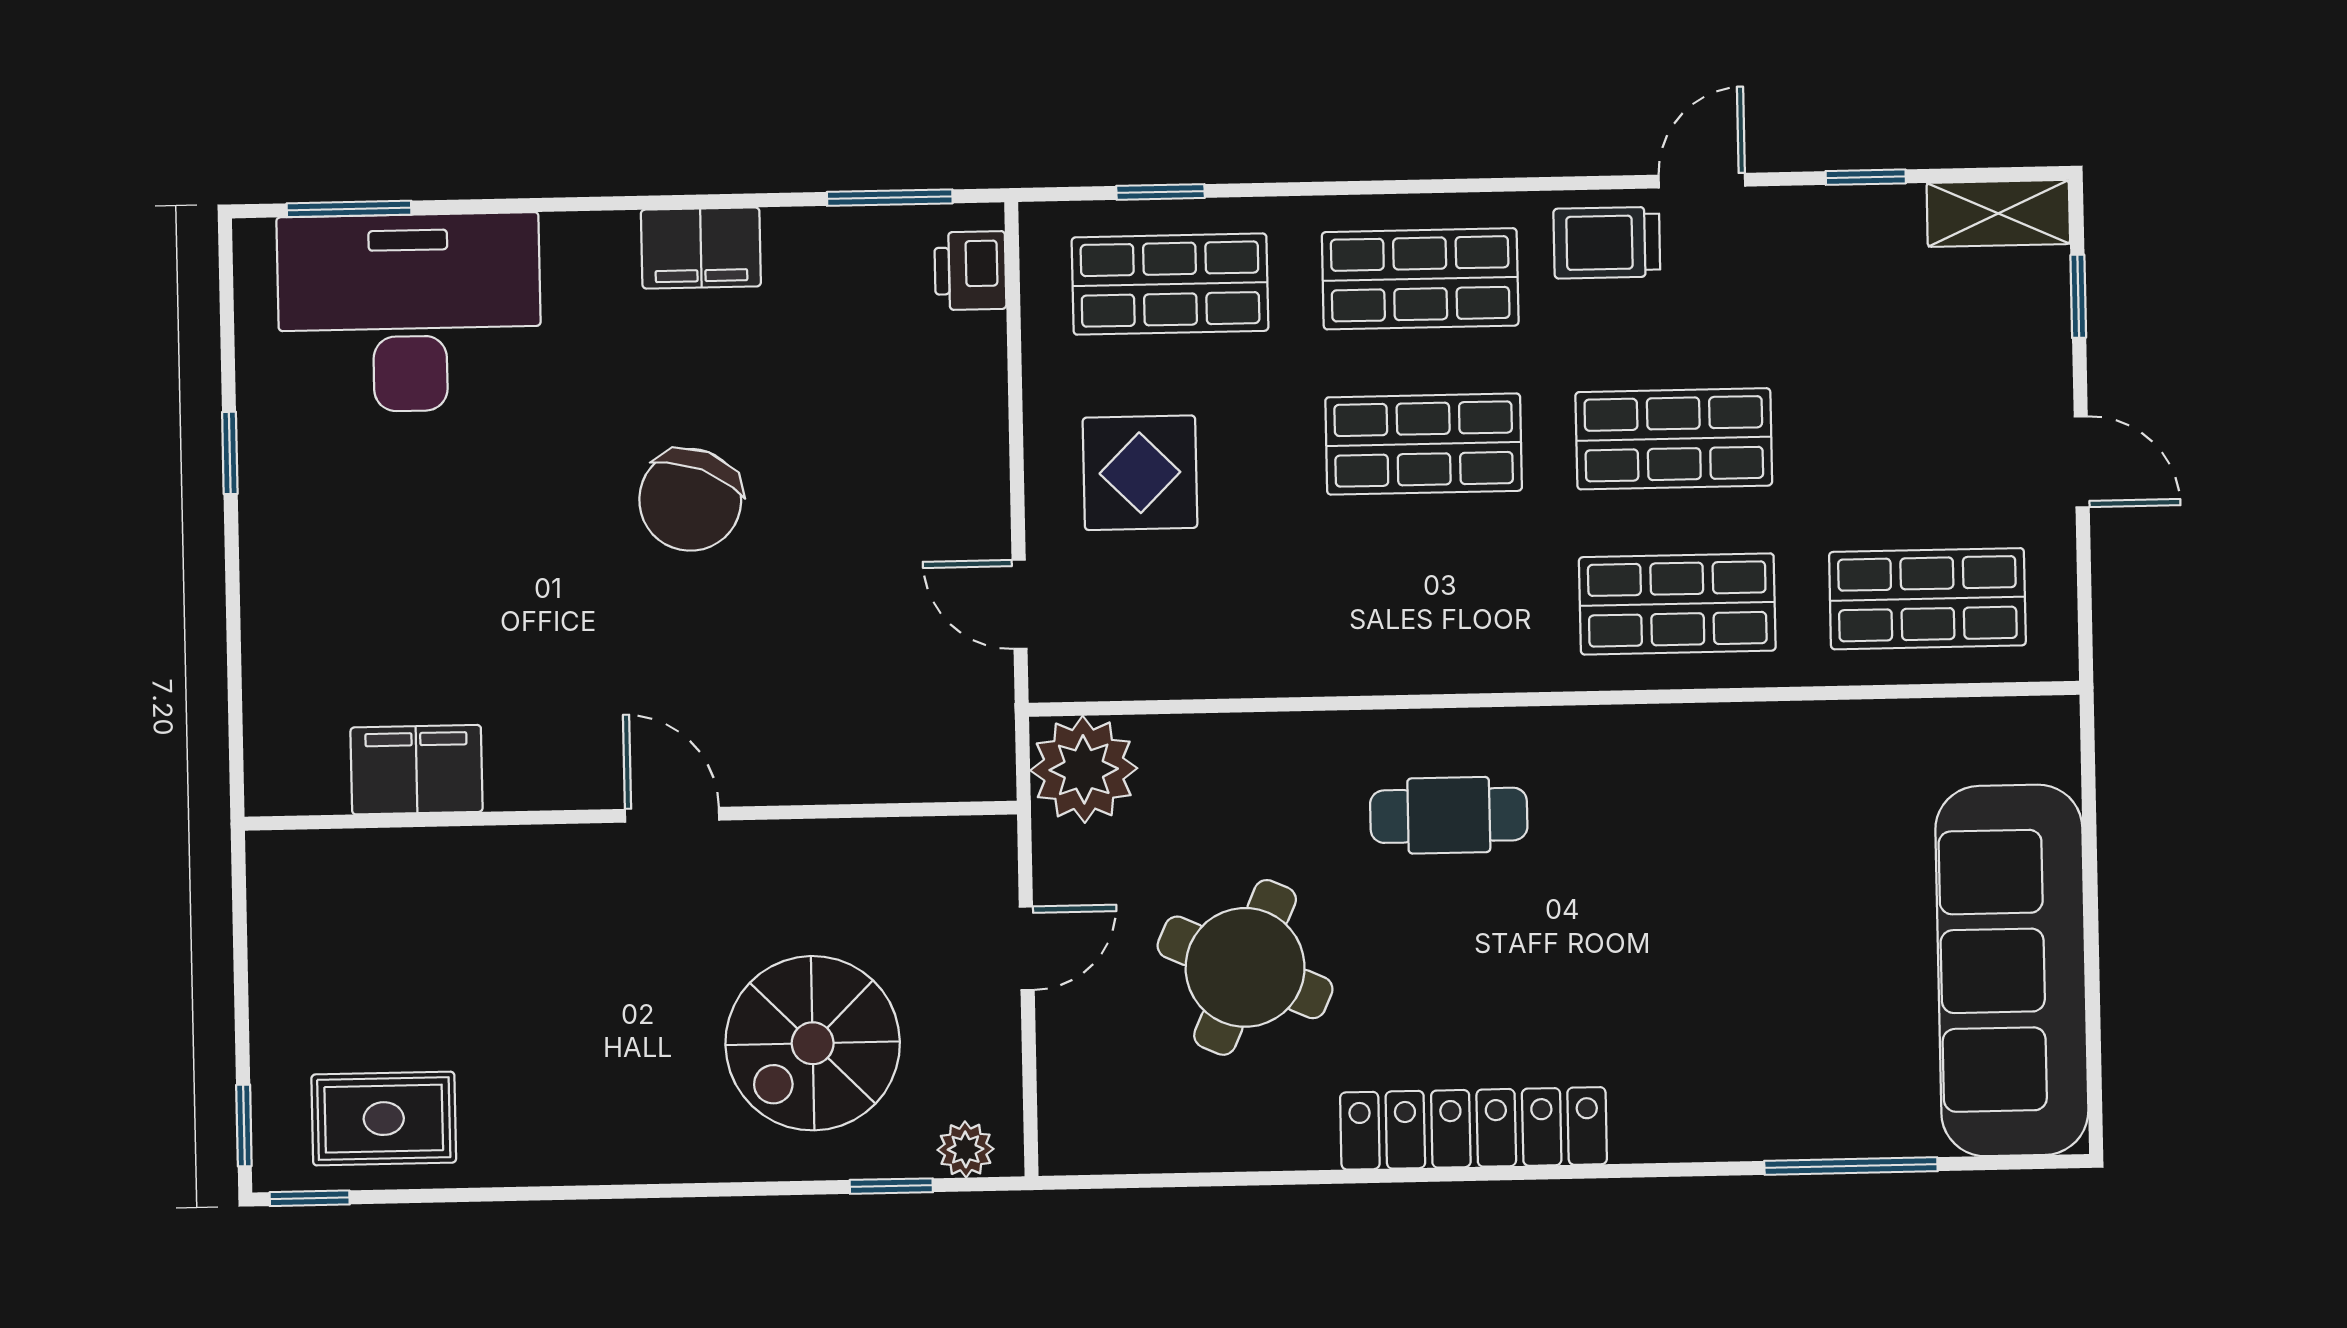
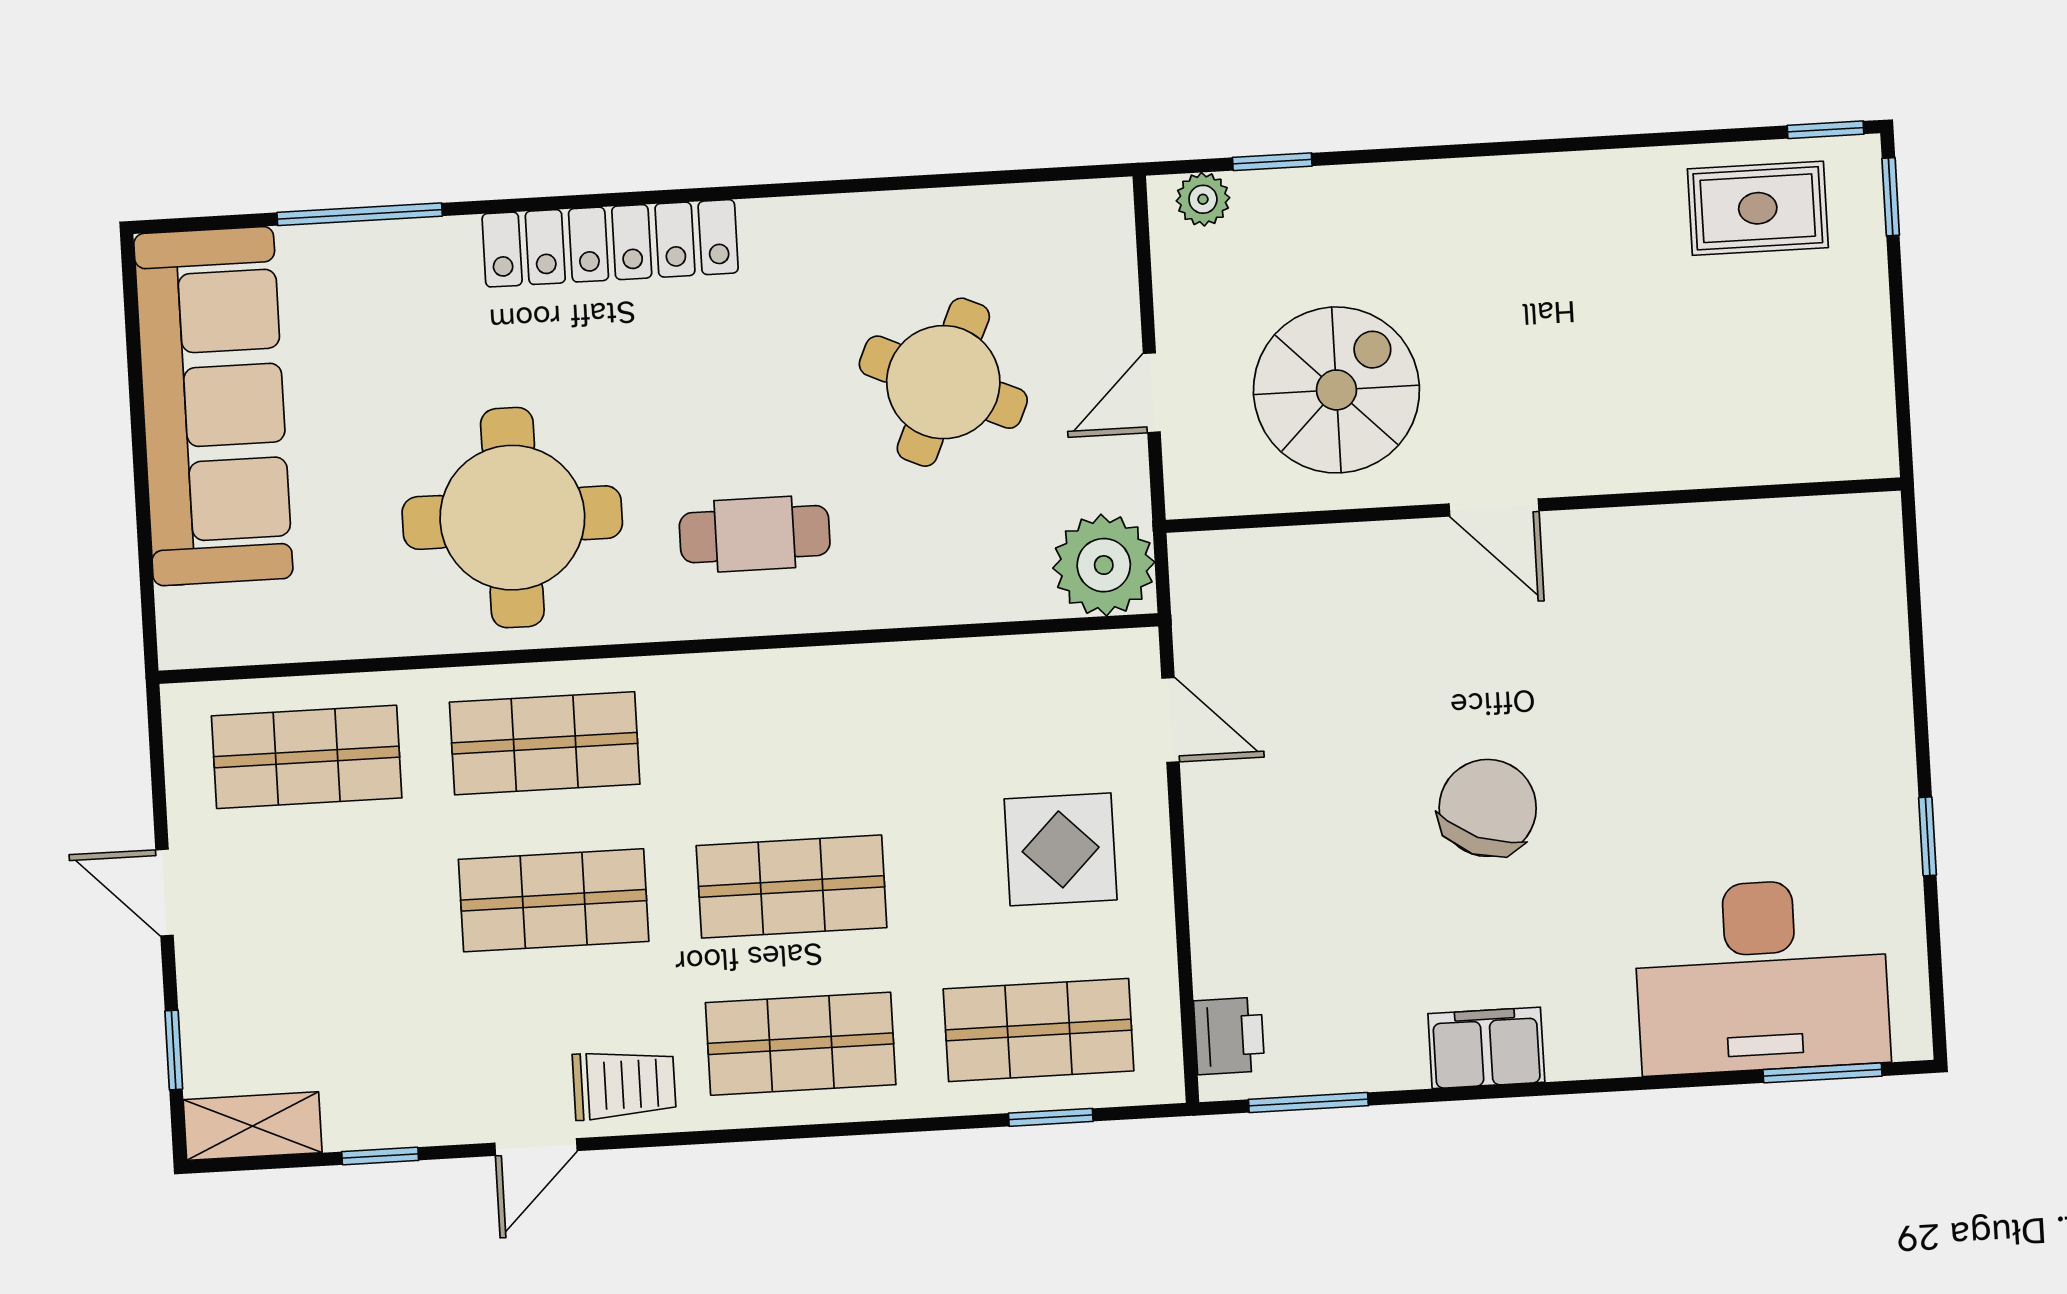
filing cabinet: (417, 770) -> (1739, 541), removed
round table: (1702, 842) -> (512, 518), added
spiral stairs: (813, 1043) -> (1336, 390), moved
locker: (1474, 1128) -> (610, 243), moved

